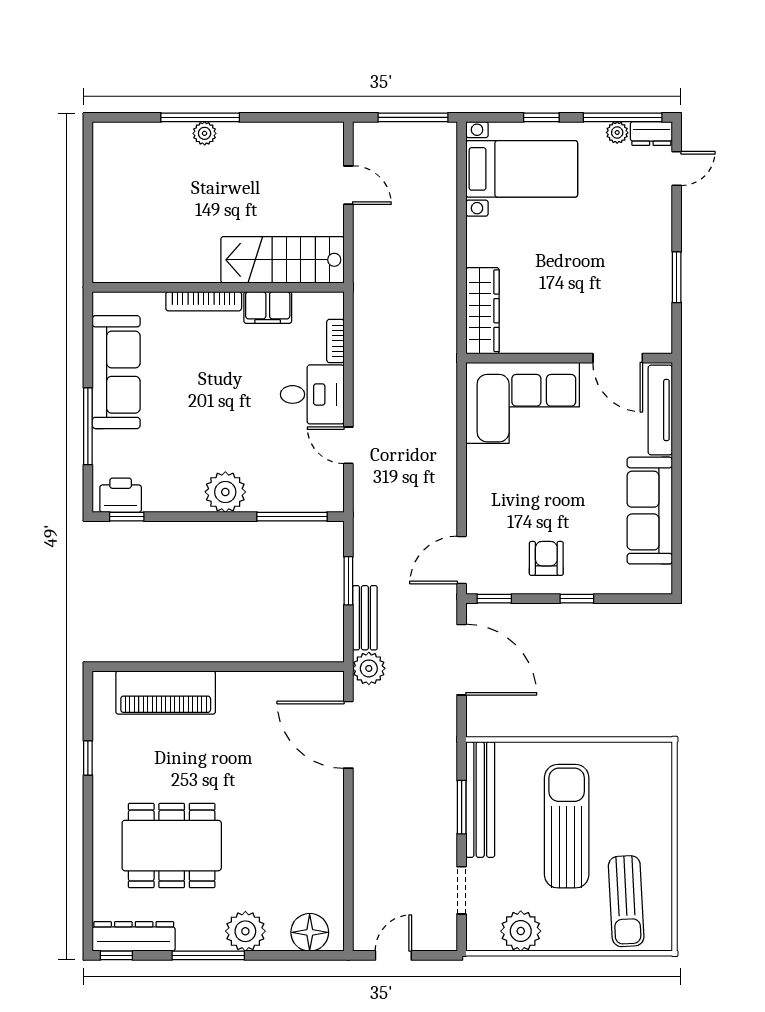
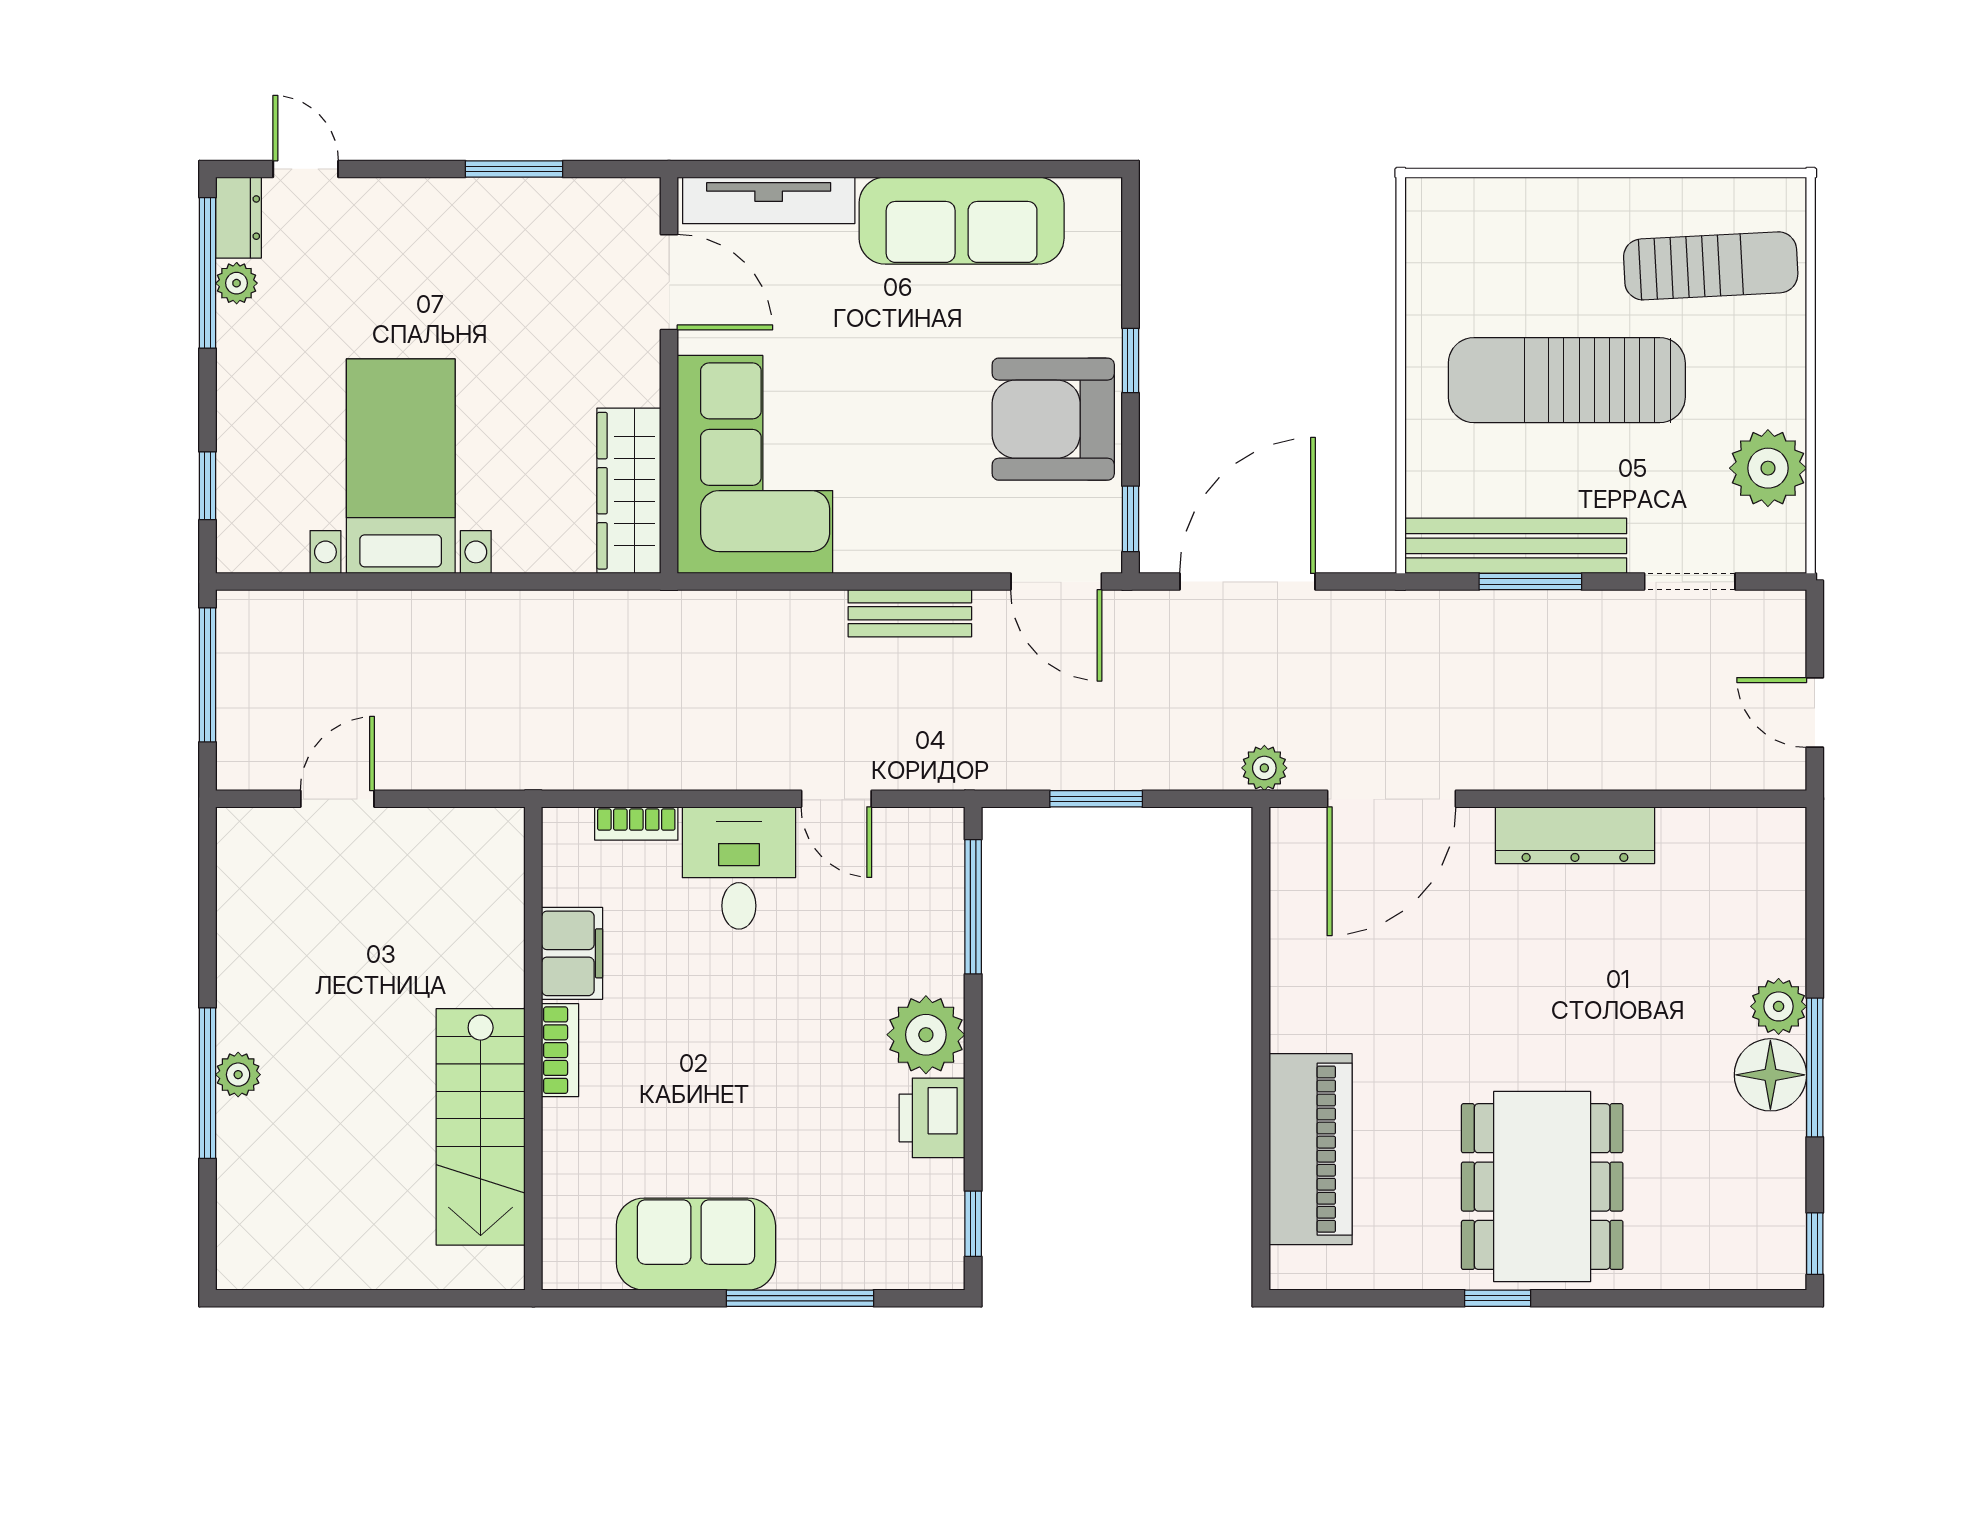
window: (541, 117) -> (208, 486), moved
bed with nightstands: (522, 169) -> (401, 466), moved
stairs: (282, 260) -> (481, 1127), moved
bookcase: (204, 301) -> (560, 1050), width x0.64
wardrobe: (483, 311) -> (629, 491), moved, turned -90
door: (618, 358) -> (669, 282), hinge flipped
sofa: (116, 372) -> (696, 1244), width x0.73
door: (348, 445) -> (836, 799), hinge flipped
printer: (121, 495) -> (932, 1118), moved
armchair: (546, 558) -> (1053, 419), width x1.88, depth x1.88
bench: (365, 618) -> (910, 613), moved
plant: (369, 668) -> (1264, 768), width x0.73, depth x0.73
window: (88, 758) -> (1498, 1298), moved
dining table: (172, 846) -> (1542, 1187), moved
plant: (245, 931) -> (1779, 1006), width x0.73, depth x0.73
floor lamp: (310, 932) -> (1770, 1075), moved
dresser: (134, 936) -> (1575, 835), moved, turned -90

